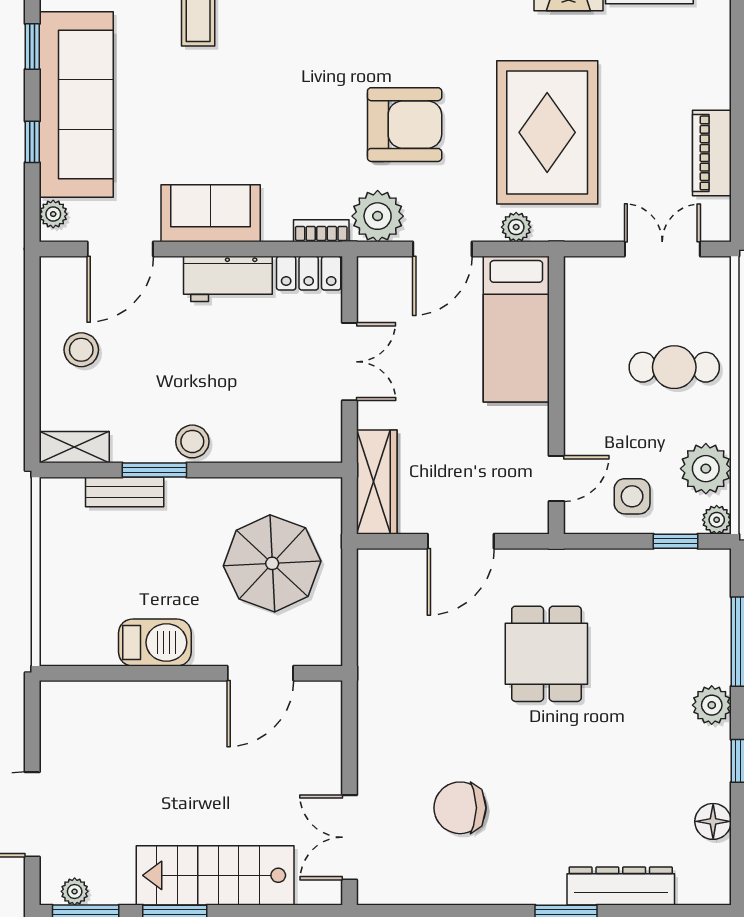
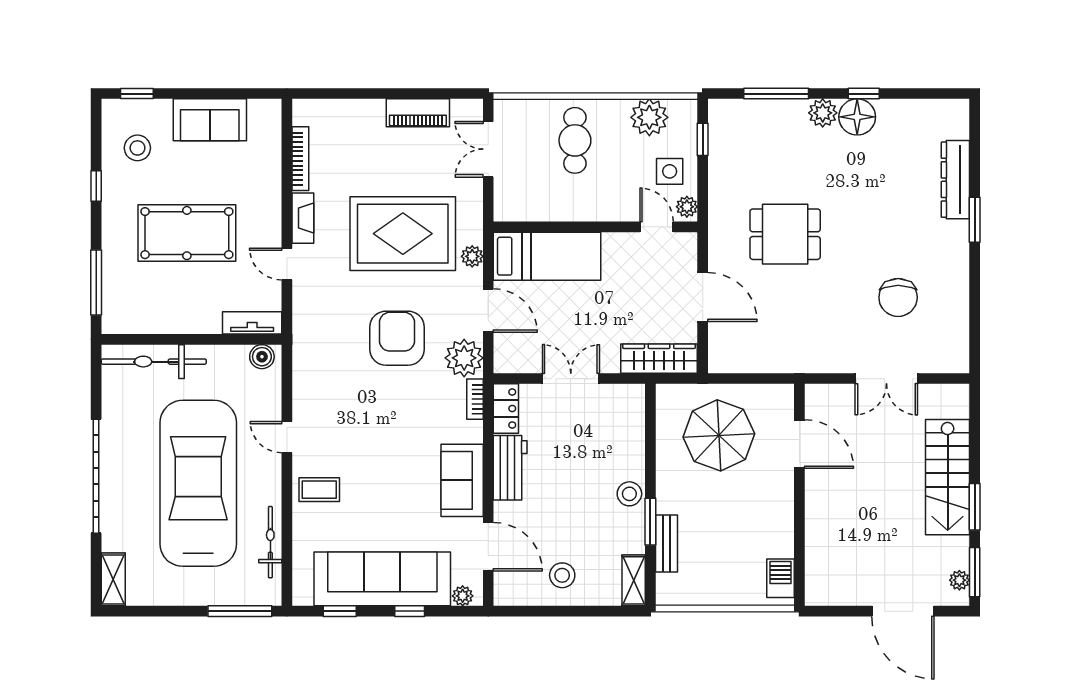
plant: (717, 520) -> (687, 207), moved
barbecue: (155, 642) -> (780, 578), moved, width x0.73, depth x0.79
floor lamp: (713, 821) -> (857, 117), moved, width x1.38, depth x1.38
double door: (350, 837) -> (886, 379), moved

